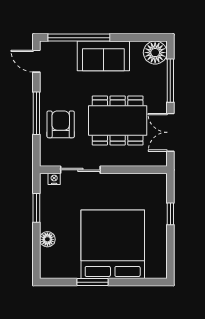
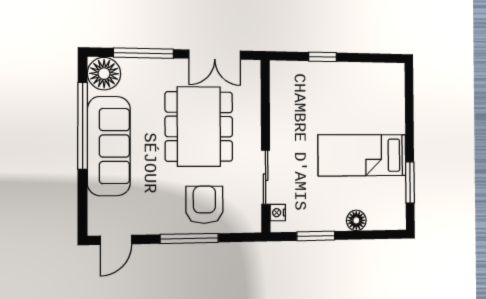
window: (79, 38) -> (83, 126), moved
sofa: (103, 56) -> (109, 146), width x1.36
armchair: (61, 124) -> (204, 205), turned 90
bed: (113, 244) -> (362, 155), width x0.49
window: (93, 282) -> (410, 182), moved

